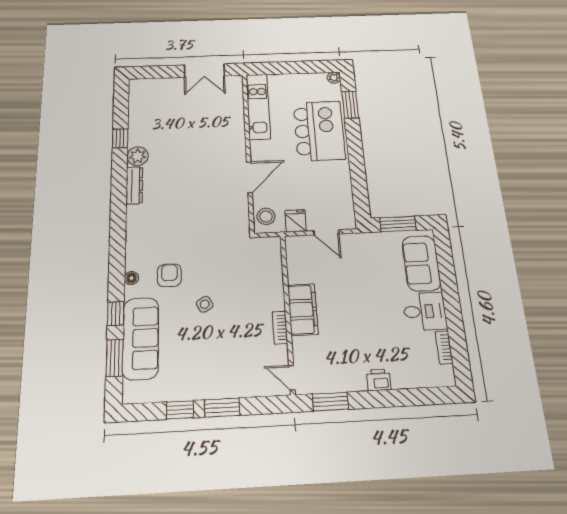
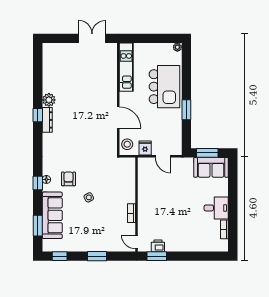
double door: (204, 71) -> (92, 38), swing flipped
window: (350, 105) -> (186, 110), moved
window: (120, 138) -> (38, 115), moved
door: (249, 177) -> (118, 117), hinge flipped
sofa: (421, 263) -> (211, 167), moved, turned -90
filing cabinet: (303, 310) -> (145, 203), removed
window: (116, 314) -> (38, 183), moved
printer: (379, 380) -> (158, 246), moved
window: (180, 410) -> (60, 256), moved

